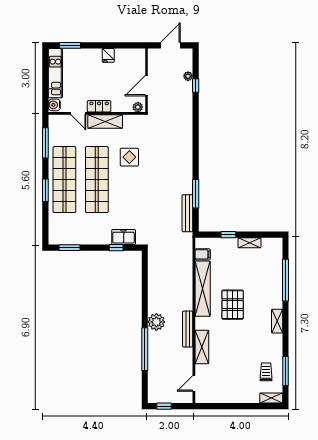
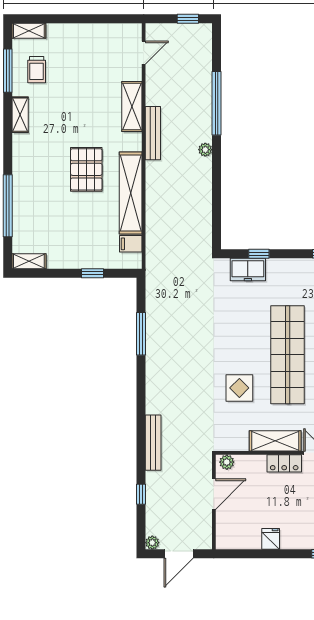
plant: (188, 76) -> (152, 543), moved
bench: (187, 213) -> (153, 443), moved
shelving: (250, 243) -> (29, 261), moved
shelving: (277, 321) -> (20, 115), moved
plant: (156, 322) -> (205, 150), width x0.53, depth x0.53

